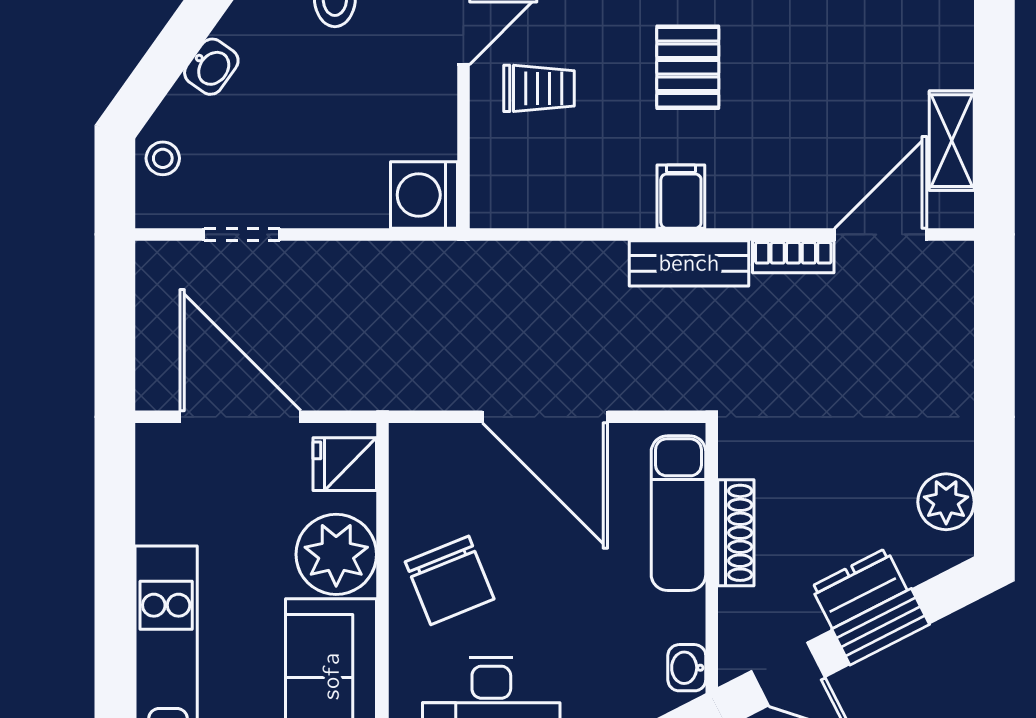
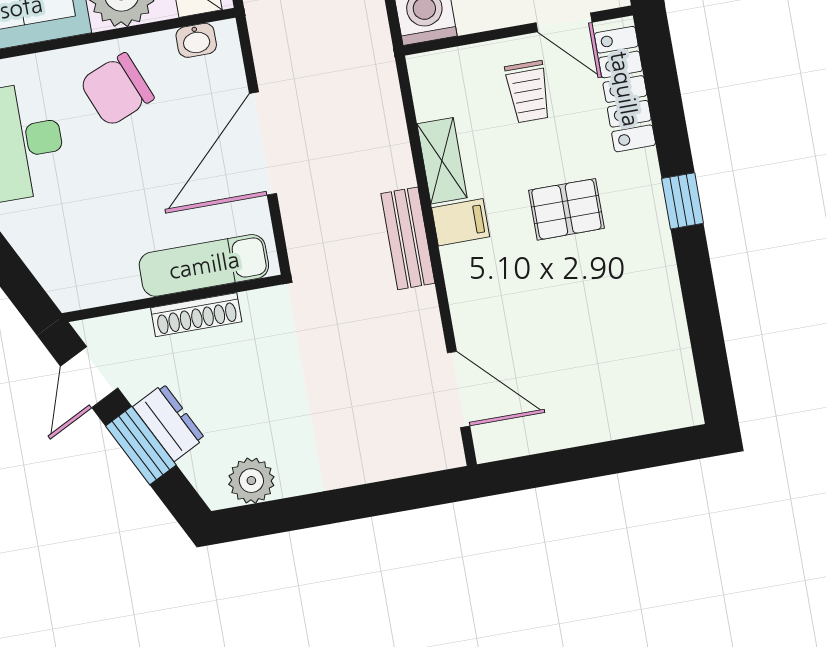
shelving: (952, 141) -> (442, 161), moved, turned 90
bookcase: (793, 257) -> (428, 322), removed
washbasin: (687, 668) -> (196, 40), moved, turned 180

